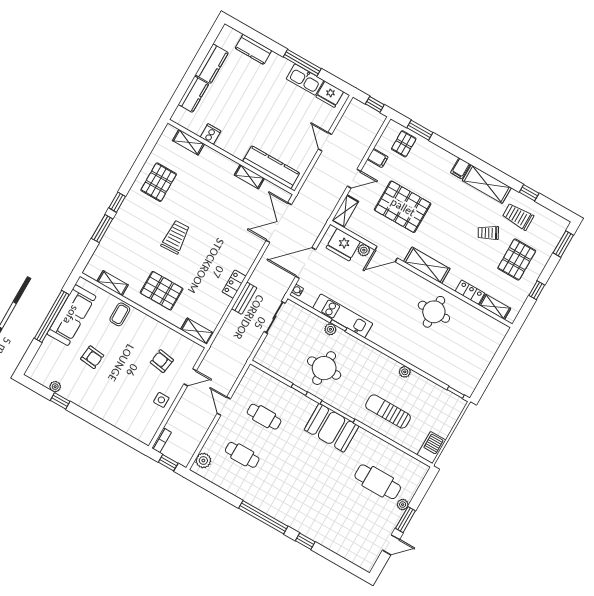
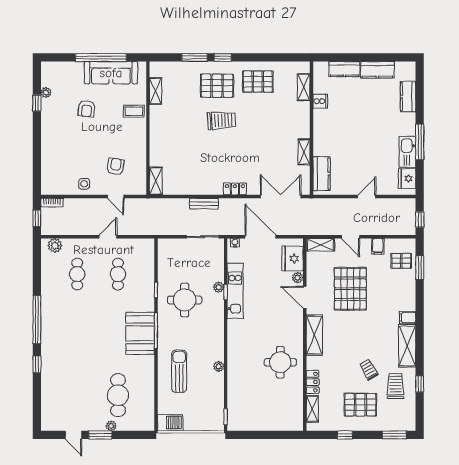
kitchen counter: (271, 167) -> (322, 174), width x0.67
locker: (234, 284) -> (235, 189), moved
pallet: (162, 291) -> (217, 86), moved, turned 90

